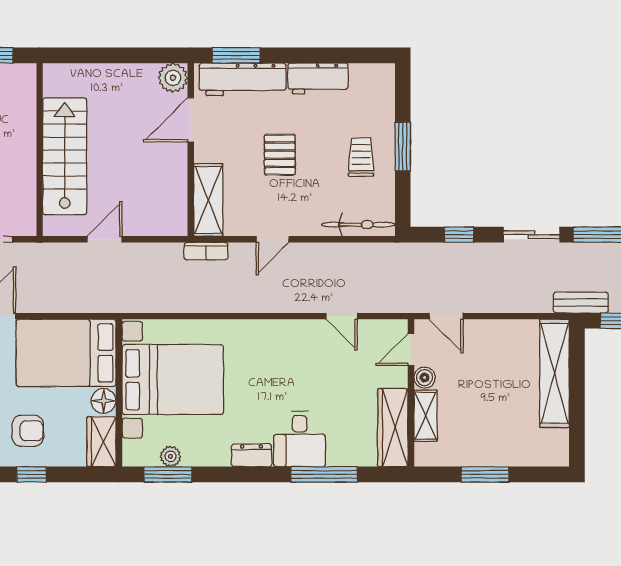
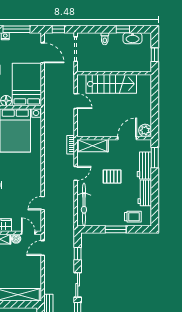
workbench: (242, 79) -> (144, 165), width x0.73
door: (191, 120) -> (127, 138), hinge flipped
trolley: (361, 157) -> (133, 217), moved
bicycle: (358, 225) -> (84, 205), width x1.37, depth x1.40
door: (272, 239) -> (76, 173), swing flipped

